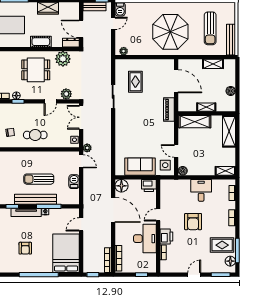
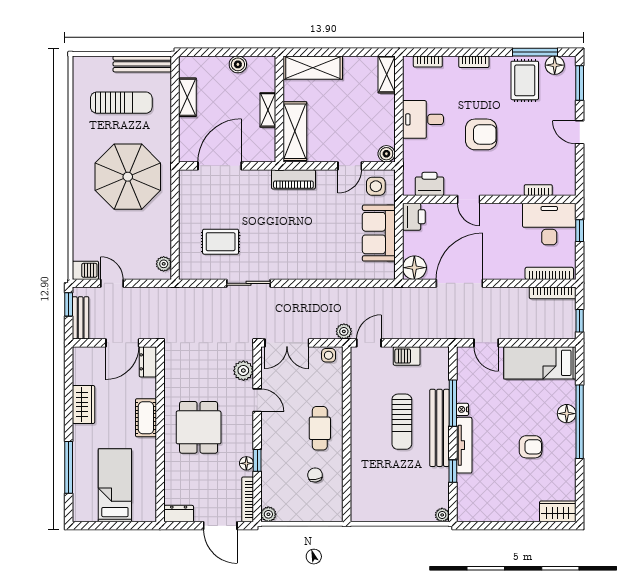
plant: (63, 59) -> (178, 377), removed
piano: (169, 109) -> (293, 179), moved
printer: (166, 236) -> (429, 184), moved
desk: (145, 239) -> (549, 224), moved
bed: (66, 253) -> (540, 363), width x0.67
floor lamp: (43, 268) -> (567, 414), added

